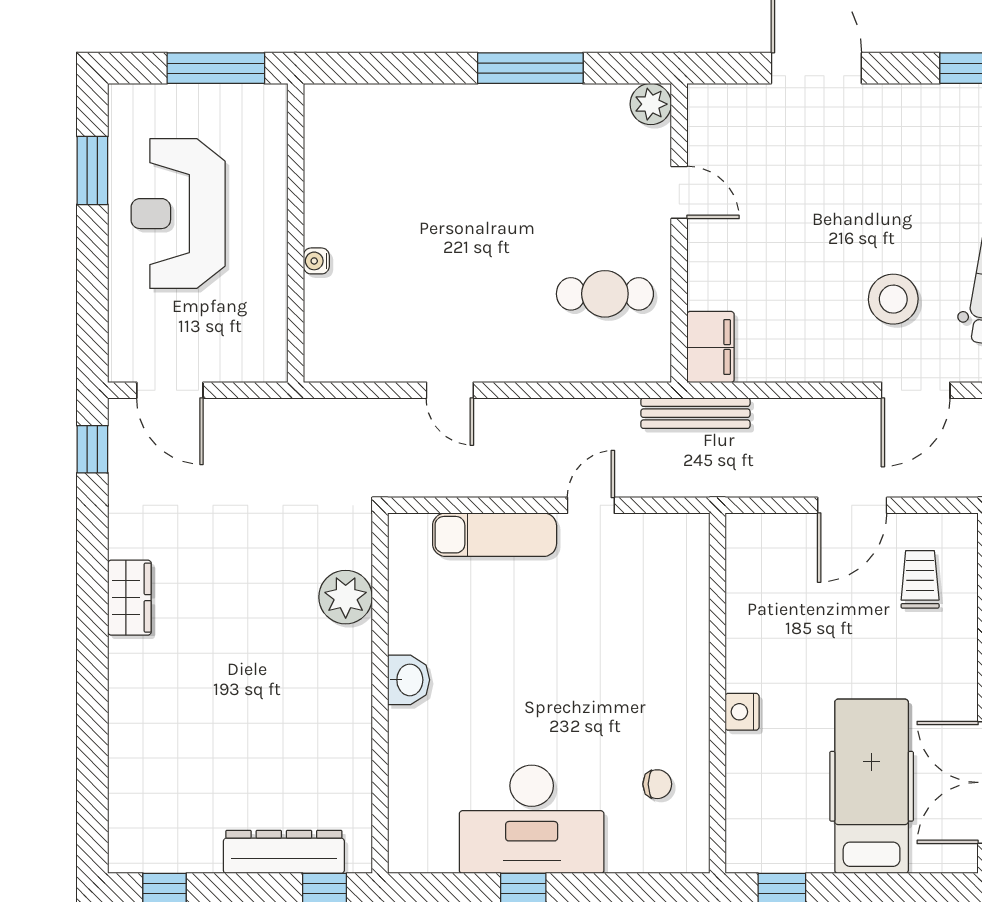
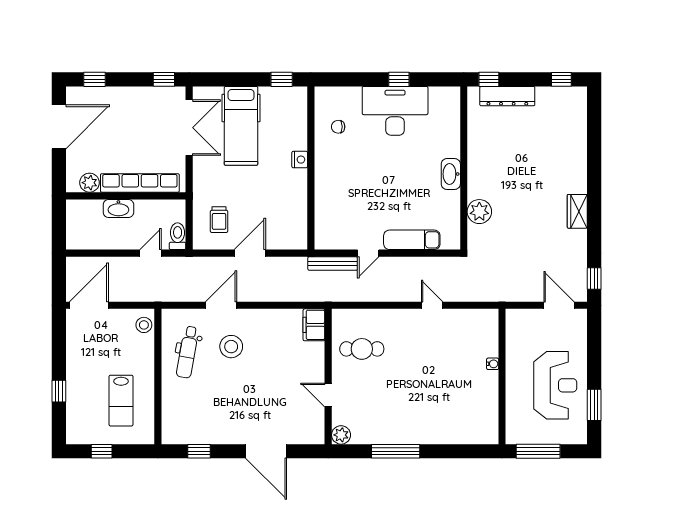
bench: (695, 413) -> (333, 264), moved
washbasin: (409, 680) -> (451, 174), width x1.38

